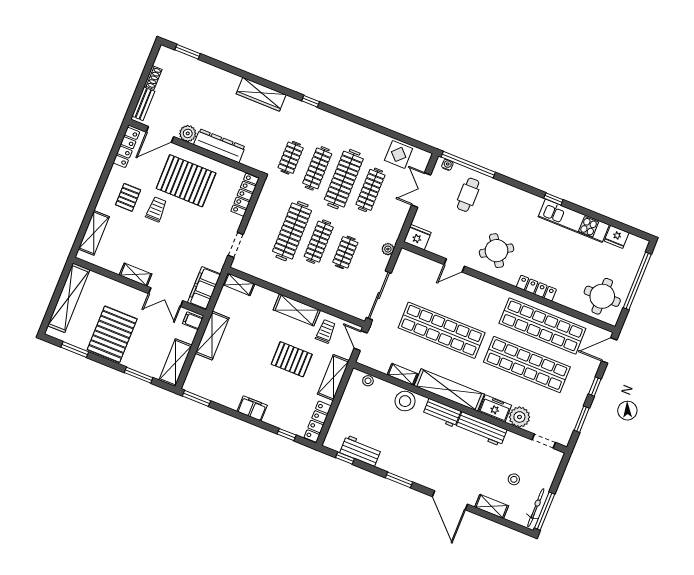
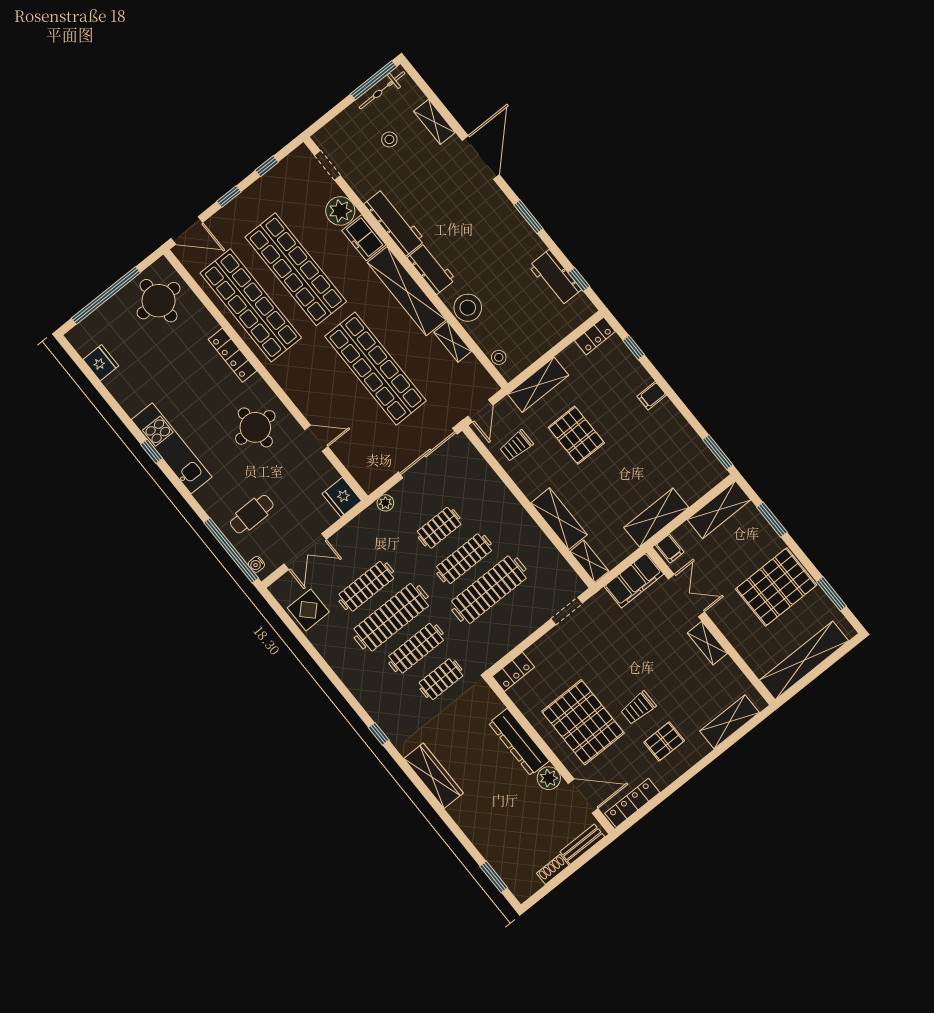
locker: (245, 195) -> (513, 672), width x0.66
kitchen unit: (574, 221) -> (172, 448), moved
round table: (496, 251) -> (255, 427), turned 33
shelving: (297, 310) -> (559, 519), moved
filing cabinet: (252, 408) -> (652, 396), width x0.50
window: (582, 419) -> (267, 166), width x0.67
locker: (318, 422) -> (595, 336), width x0.66

